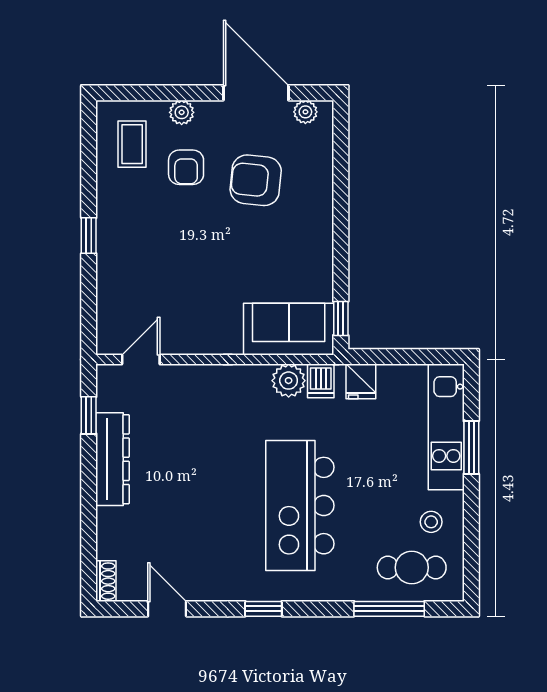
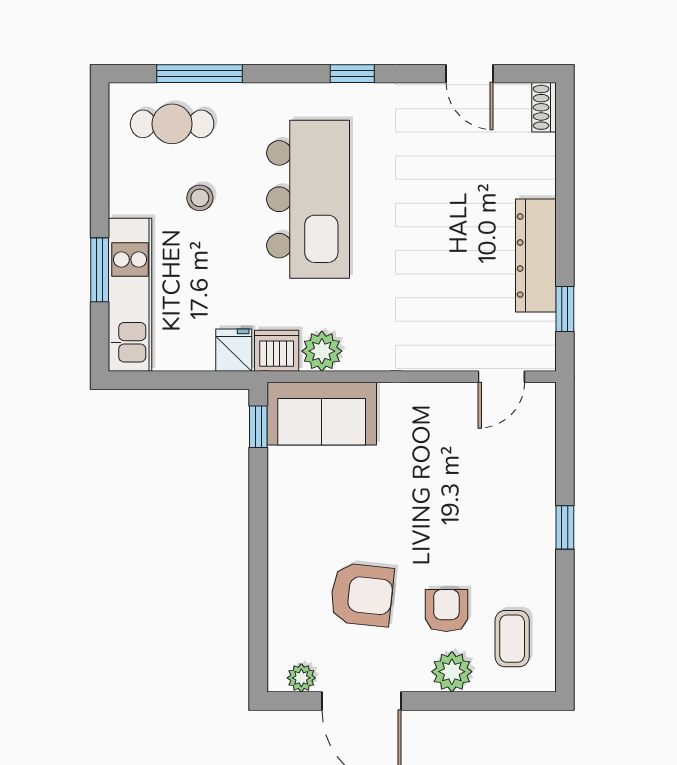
plant: (182, 112) -> (452, 672), width x1.38, depth x1.38
dishwasher: (321, 381) -> (277, 351), width x1.38
stool: (431, 522) -> (200, 198), moved

